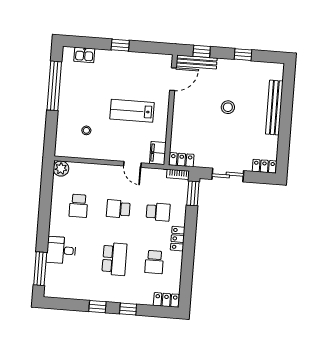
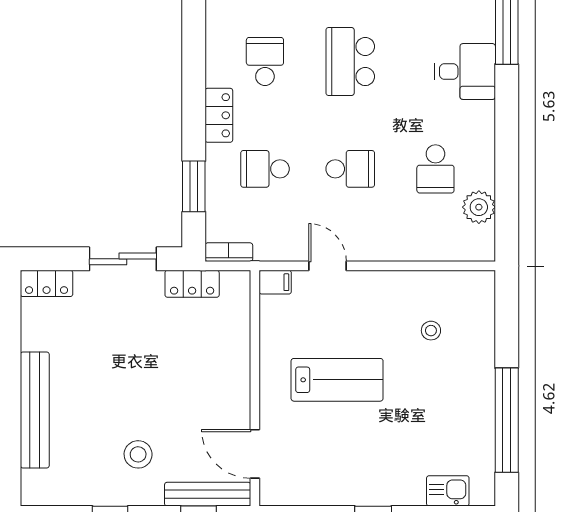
door: (173, 79) -> (255, 454), hinge flipped
stool: (228, 107) -> (138, 454), moved
filing cabinet: (158, 153) -> (275, 282), width x0.50
locker: (182, 160) -> (192, 284), moved
plant: (61, 169) -> (479, 207), moved
window: (193, 193) -> (194, 186), moved
school desk: (78, 206) -> (435, 169), turned 180

